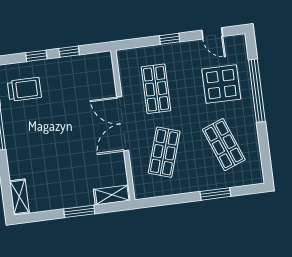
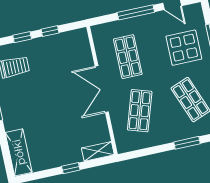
window: (170, 39) -> (136, 12), width x2.17
shelving: (19, 197) -> (19, 152), width x1.50, depth x1.33
window: (79, 211) -> (71, 168), width x0.67

